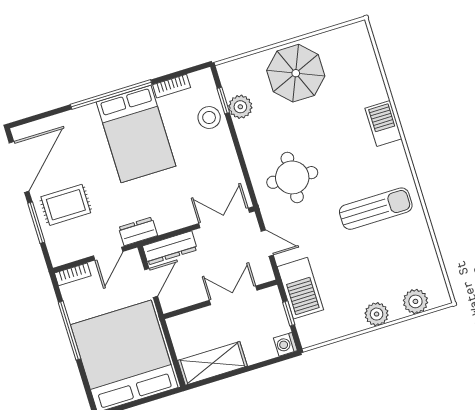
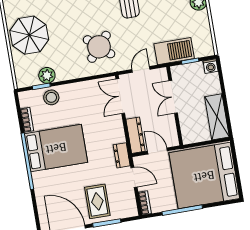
round table: (292, 177) -> (99, 47), turned 38

